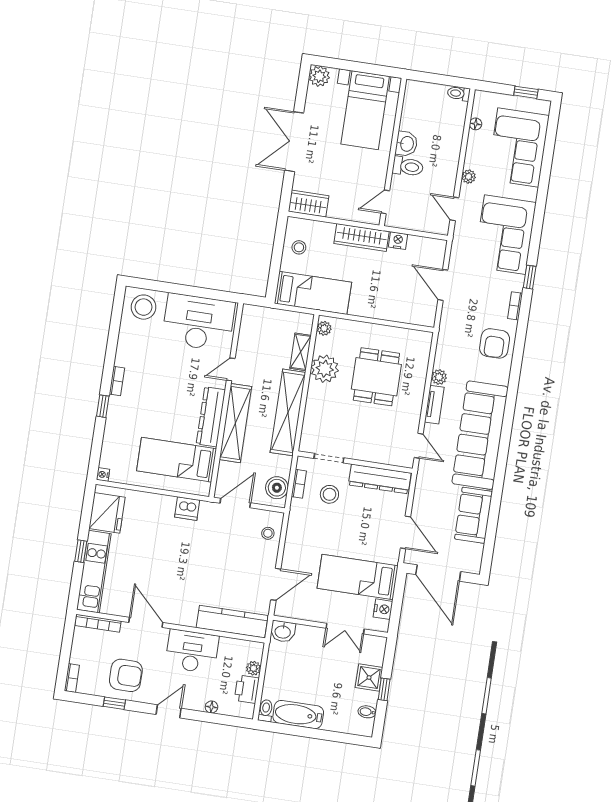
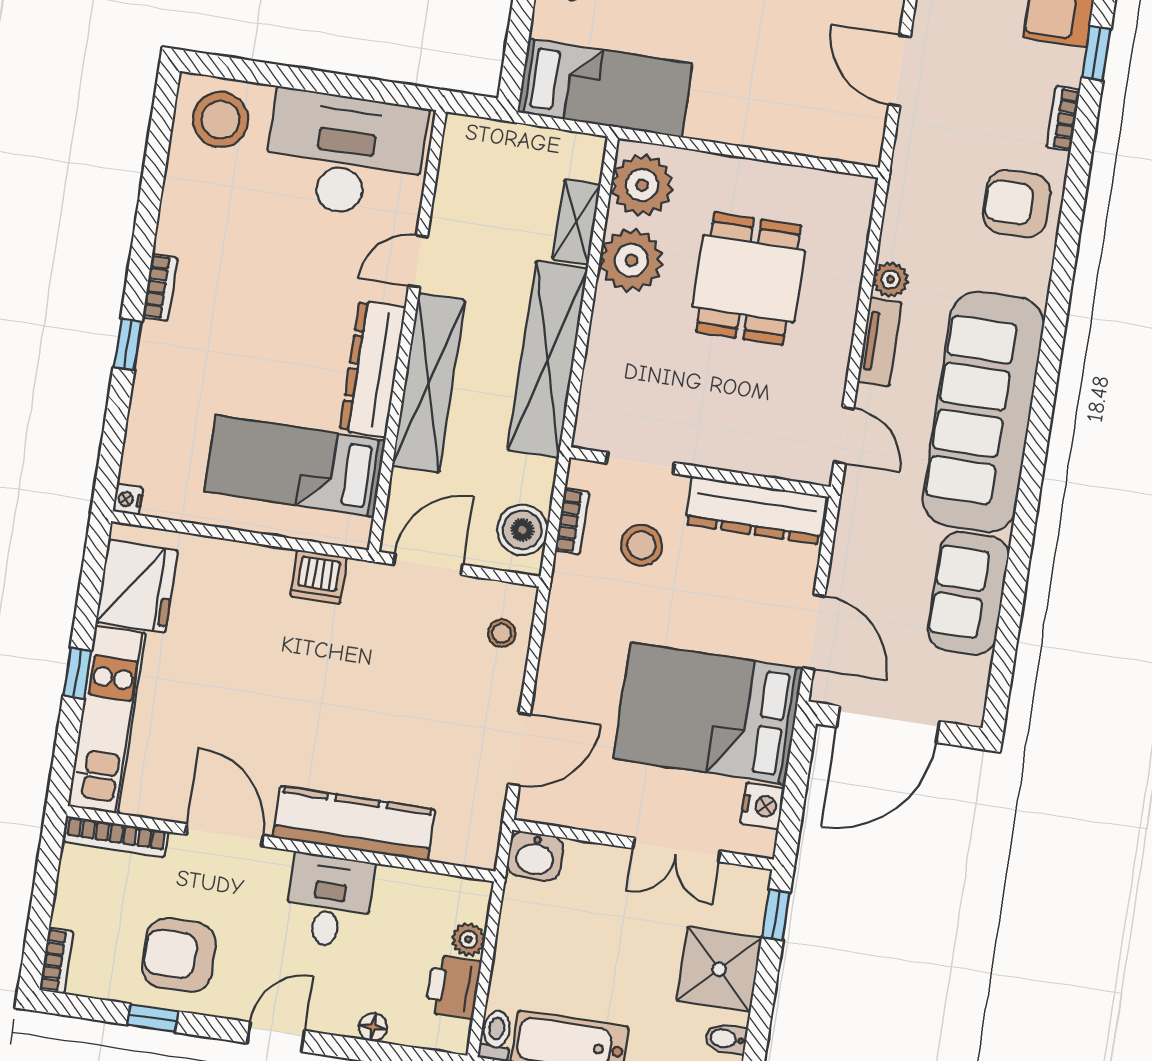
plant: (324, 328) -> (642, 185), width x1.87, depth x1.87
armchair: (495, 343) -> (1017, 204), turned 90
door: (438, 573) -> (888, 724), hinge flipped
bed: (358, 577) -> (708, 713), width x1.50
kitchen counter: (232, 622) -> (354, 823), moved
desk: (192, 651) -> (329, 901), width x0.73
armchair: (126, 675) -> (179, 955), turned 180
shower: (369, 677) -> (719, 969), width x1.36, depth x1.36
window: (384, 689) -> (776, 915), moved

